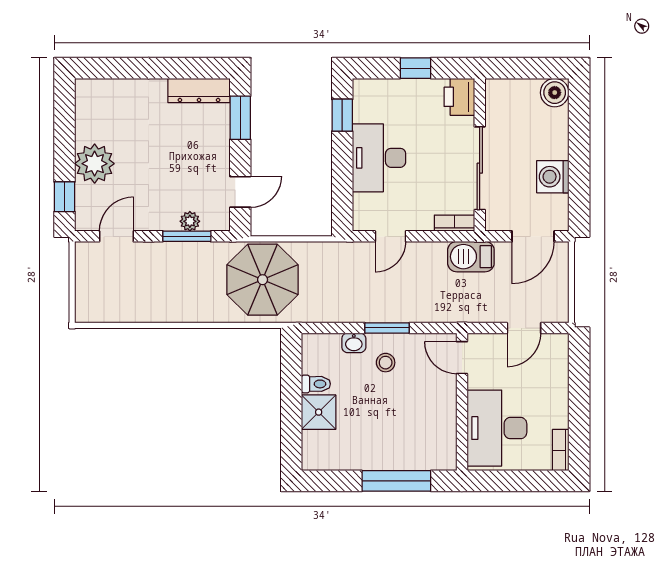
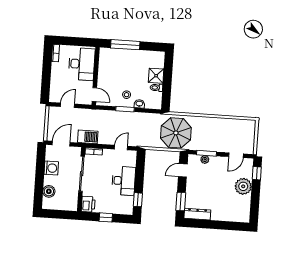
boiler: (555, 93) -> (49, 191), moved

